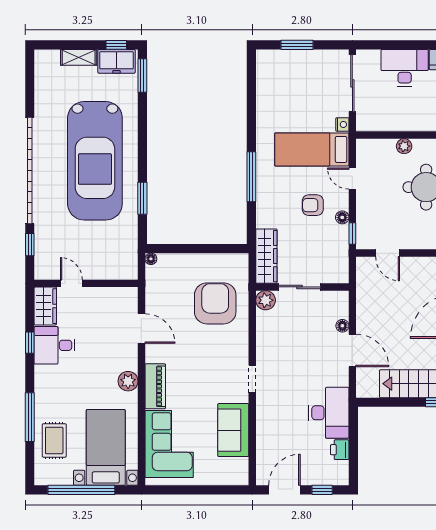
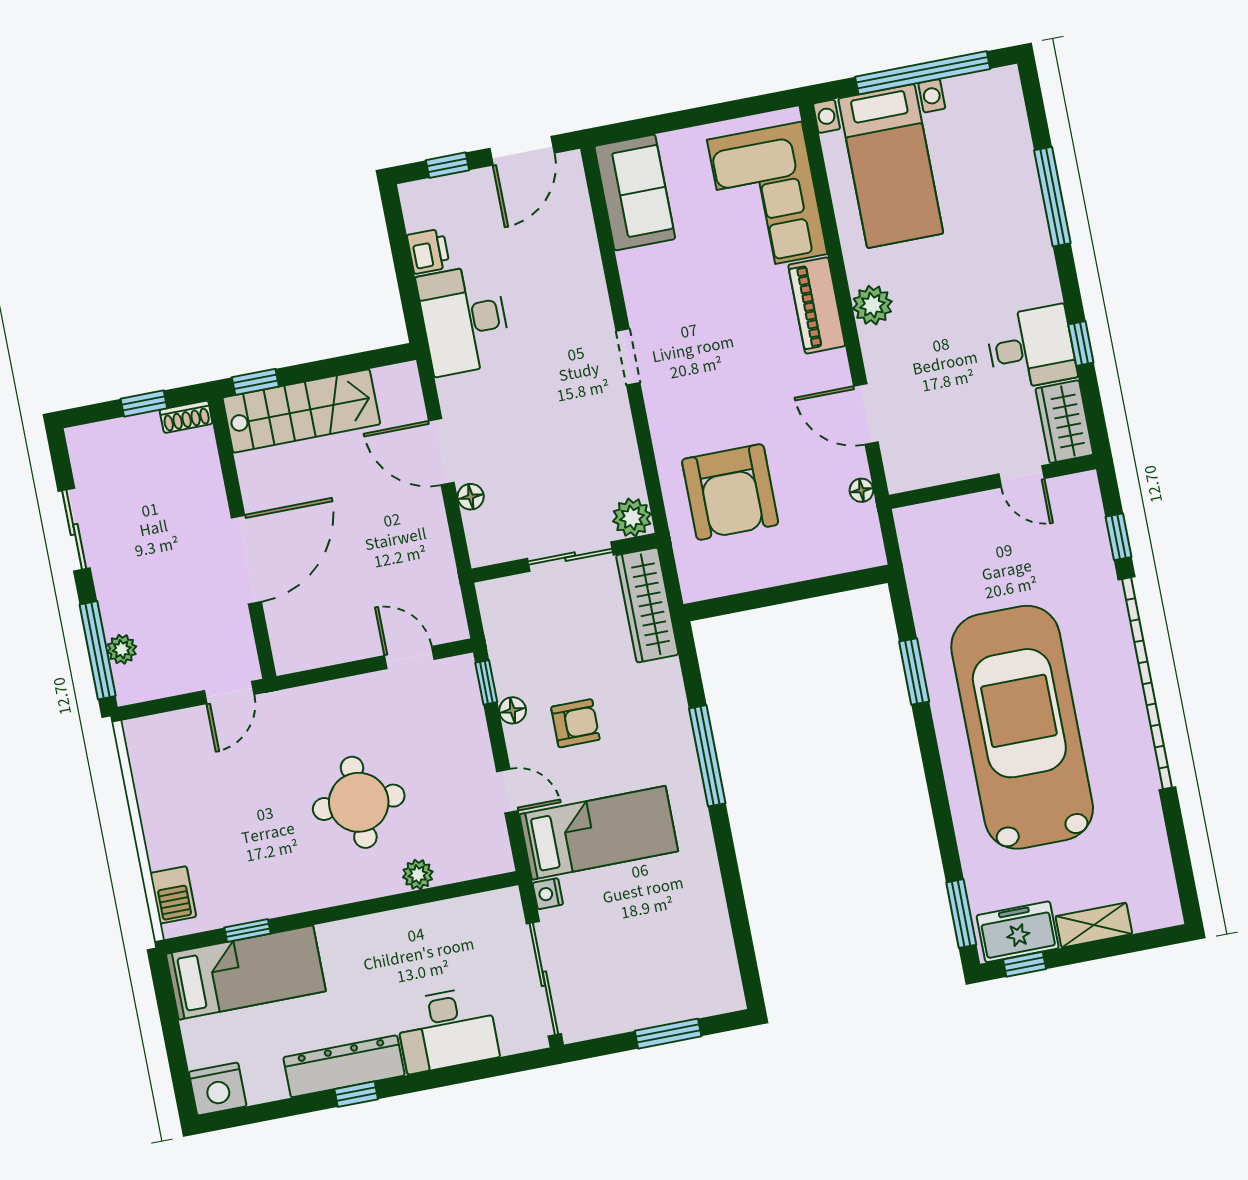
floor lamp: (151, 259) -> (861, 490), moved
sofa: (233, 430) -> (635, 192), moved
rug: (54, 440) -> (995, 160), removed

